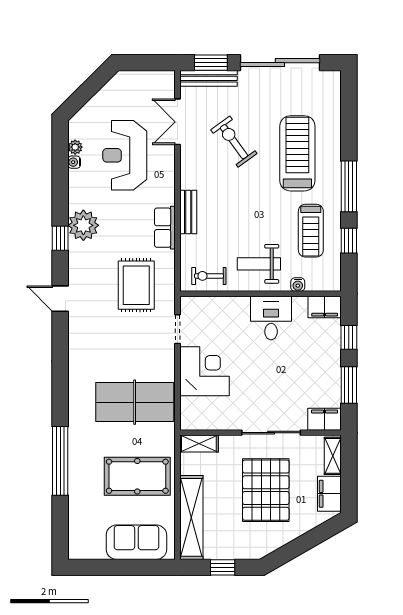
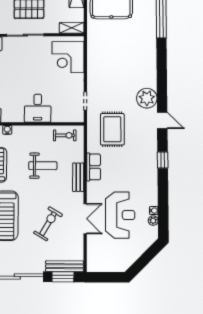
double door: (178, 122) -> (85, 219), moved
exercise bike: (234, 142) -> (48, 224), turned -113
plant: (83, 225) -> (147, 98), moved
weight bench: (259, 264) -> (43, 166), moved
desk: (271, 318) -> (38, 108), moved
corner desk: (204, 371) -> (68, 57), moved
table tennis table: (135, 402) -> (113, 54), removed

